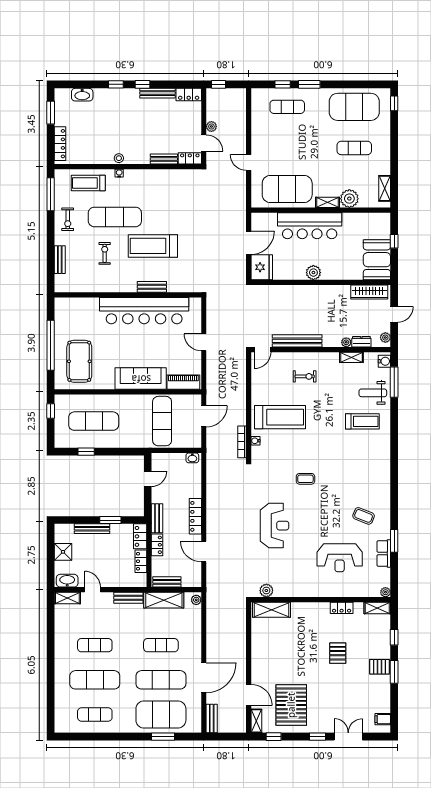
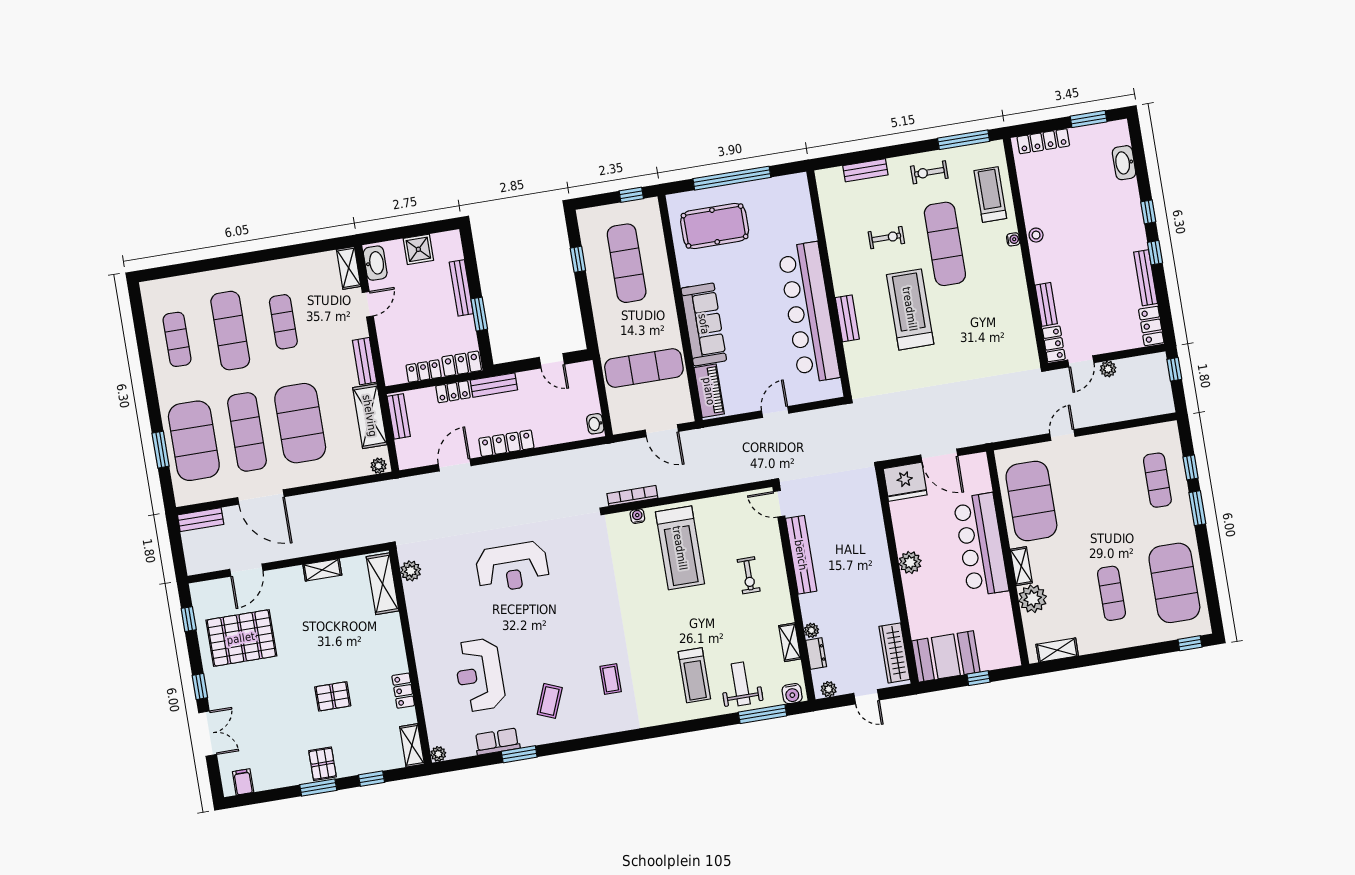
coffee table: (305, 479) -> (611, 679), moved
exercise mat: (161, 645) -> (300, 423), width x2.00, depth x1.45
shelving: (256, 721) -> (322, 570), moved

